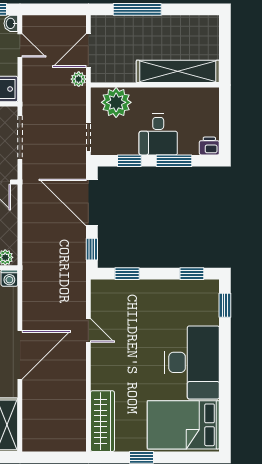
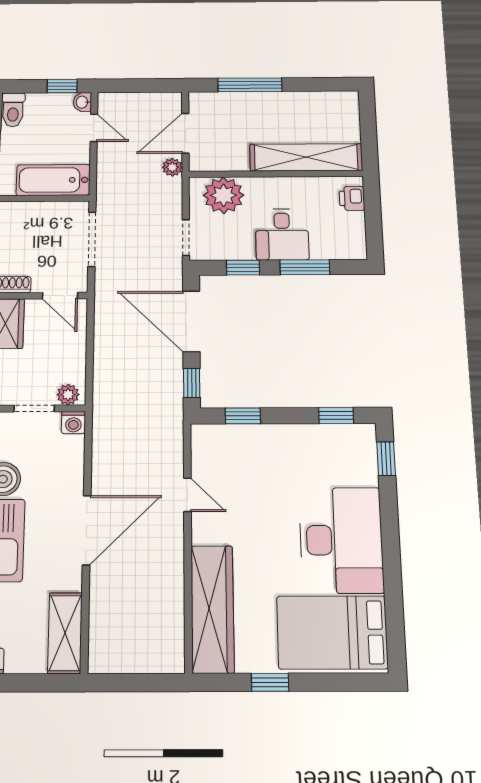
printer: (209, 146) -> (352, 198), moved, turned -90
wardrobe: (102, 421) -> (212, 609), width x1.40, depth x1.17

